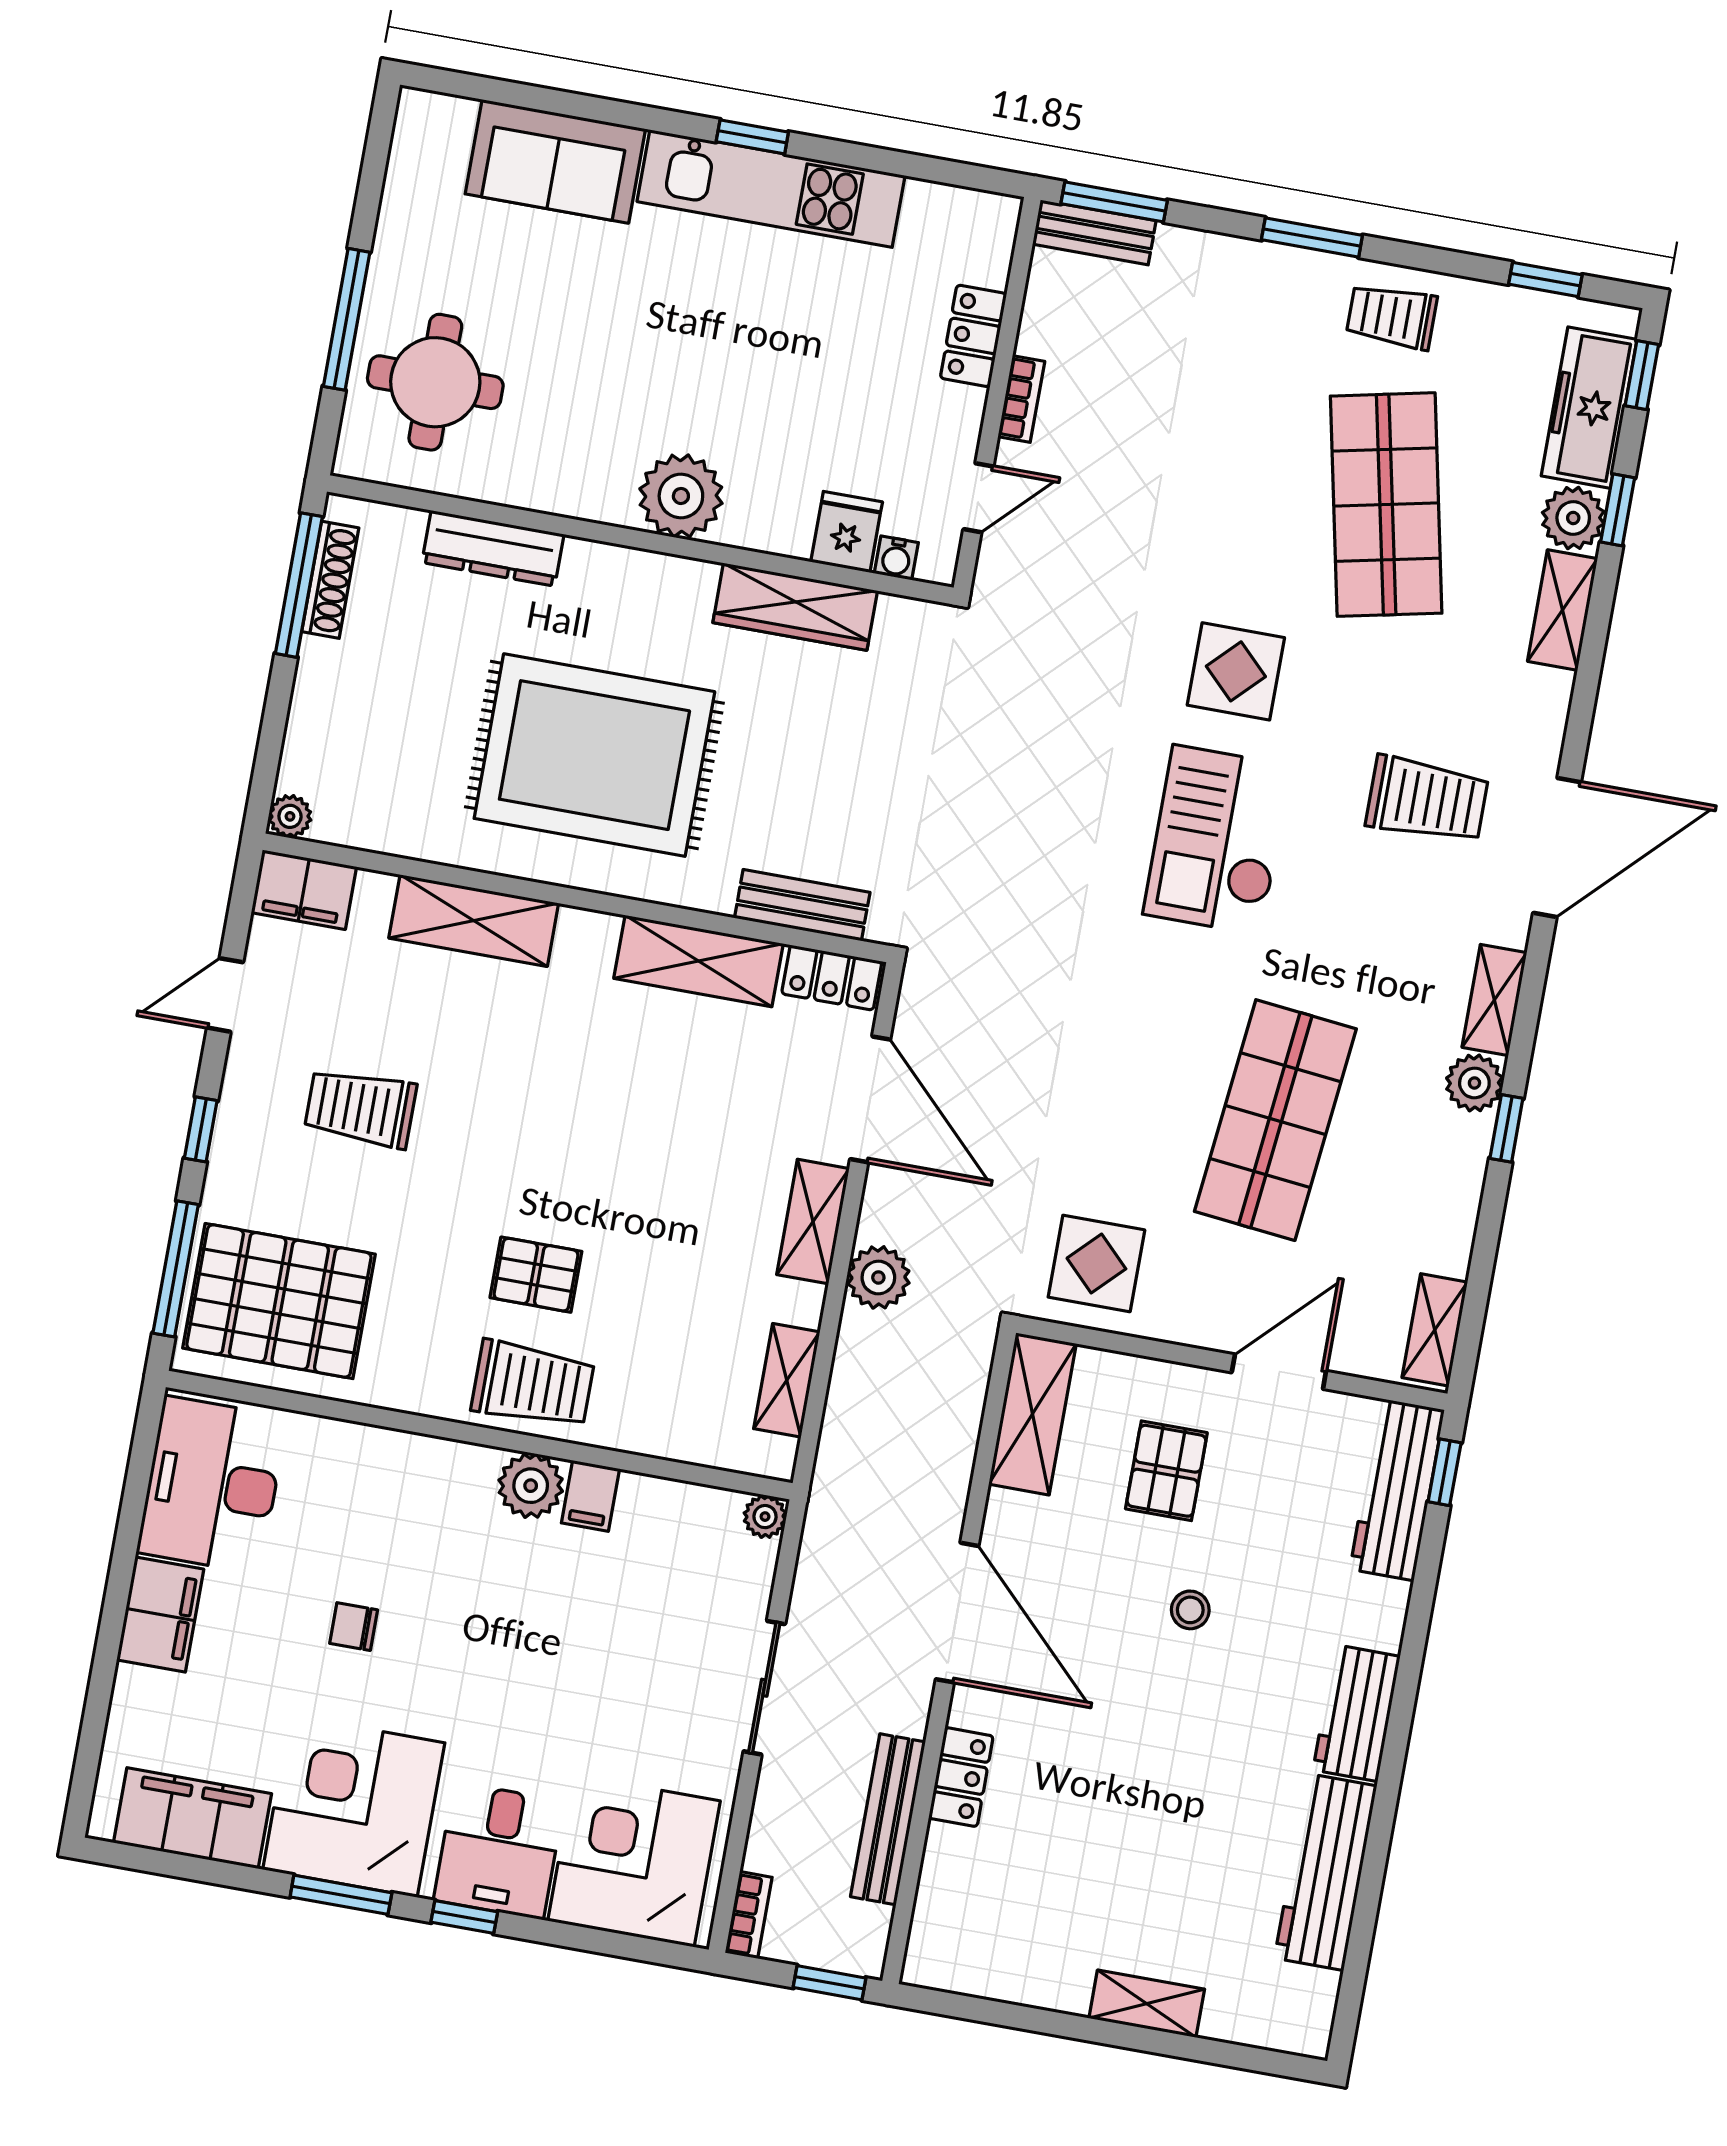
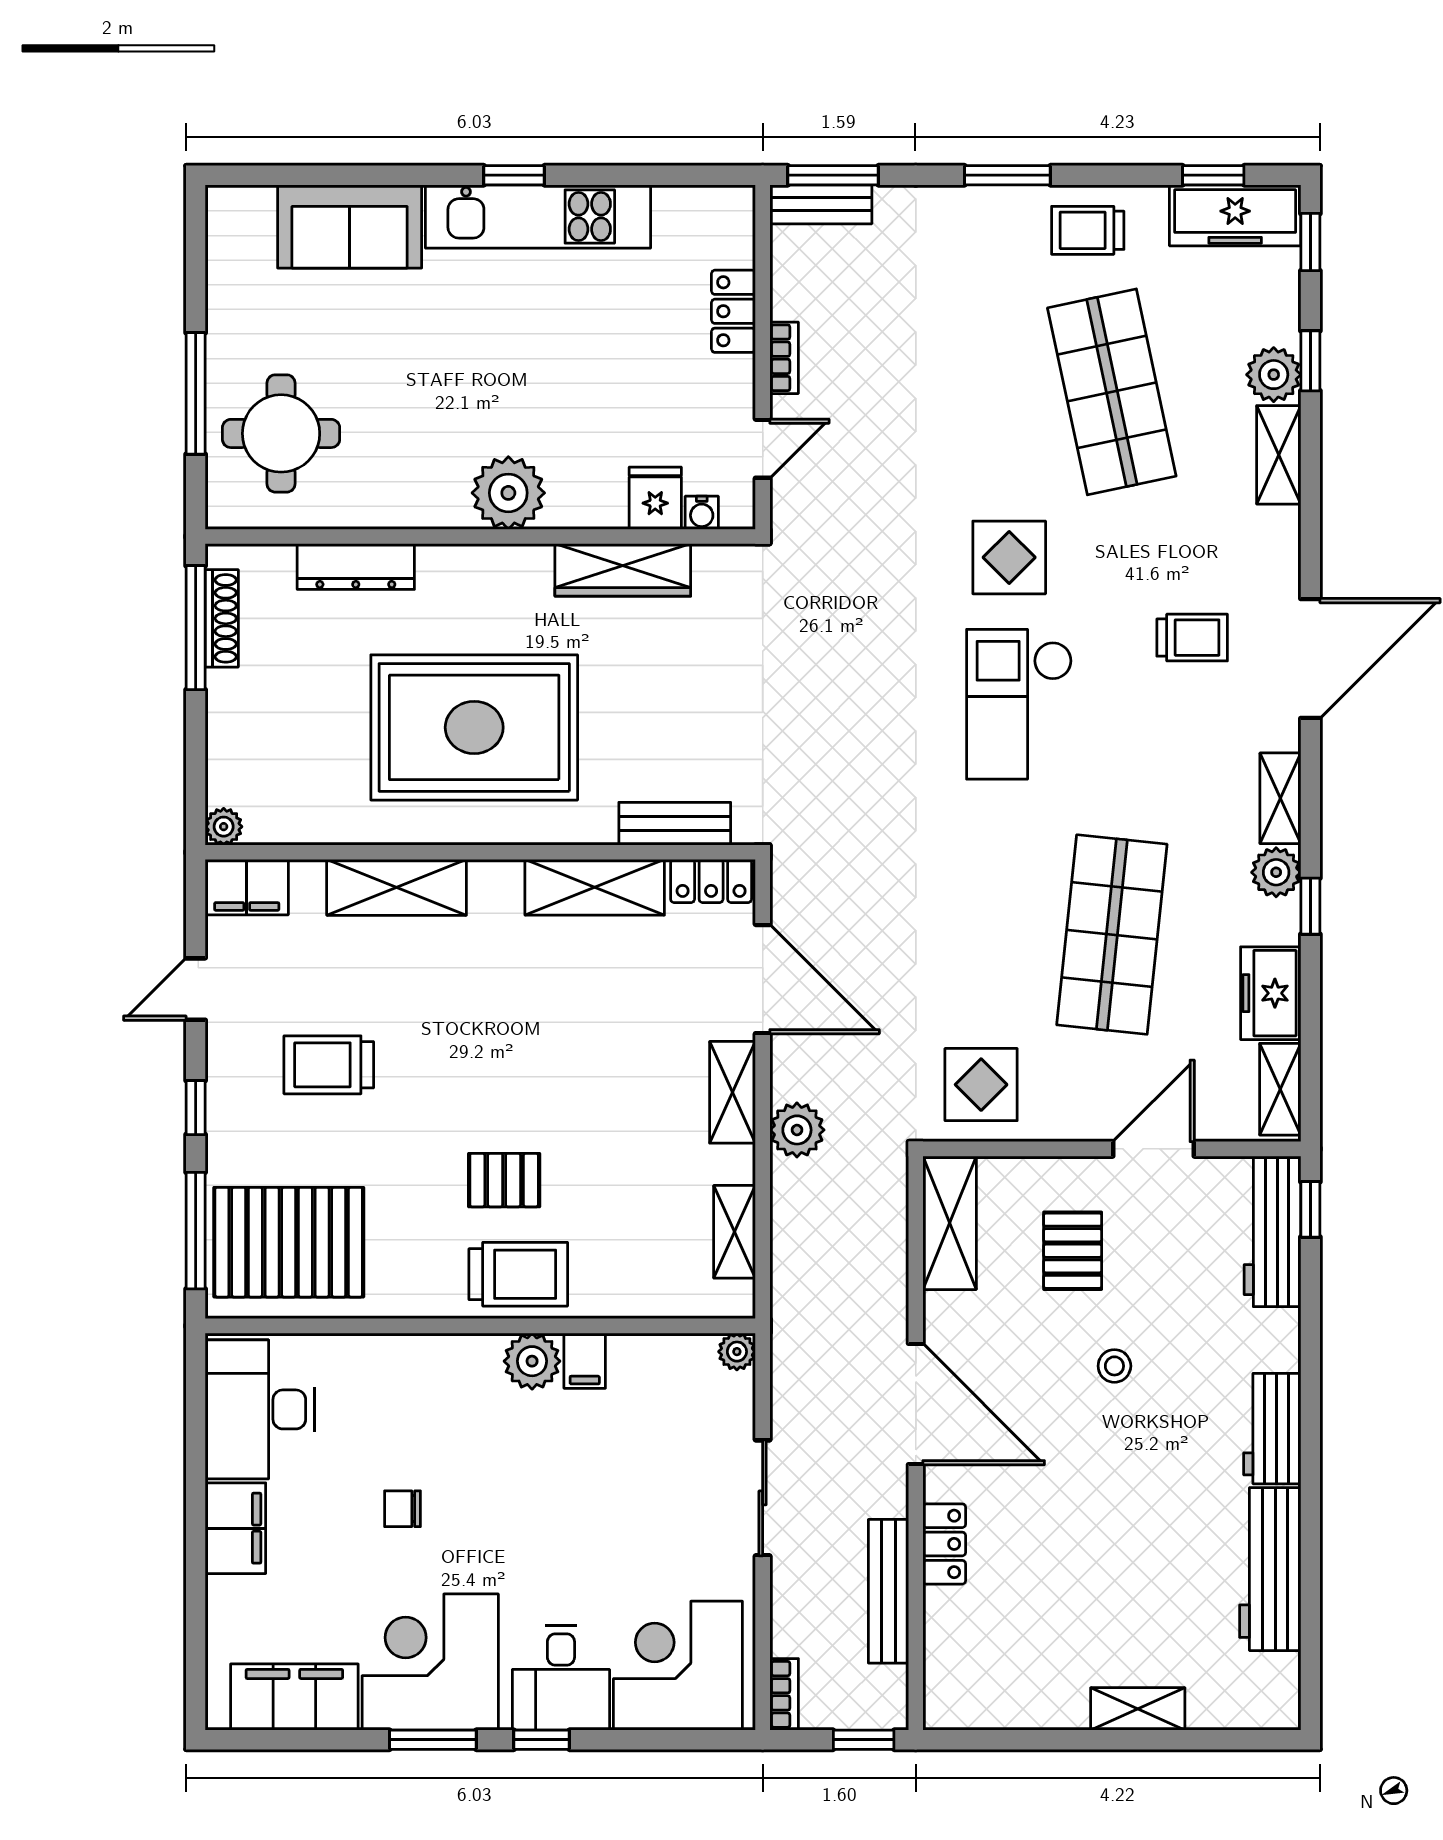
freezer: (1589, 408) -> (1235, 215), moved, turned -90
trolley: (1427, 800) -> (1192, 638), width x0.73, depth x0.72
freezer: (1444, 1219) -> (1271, 993), added

